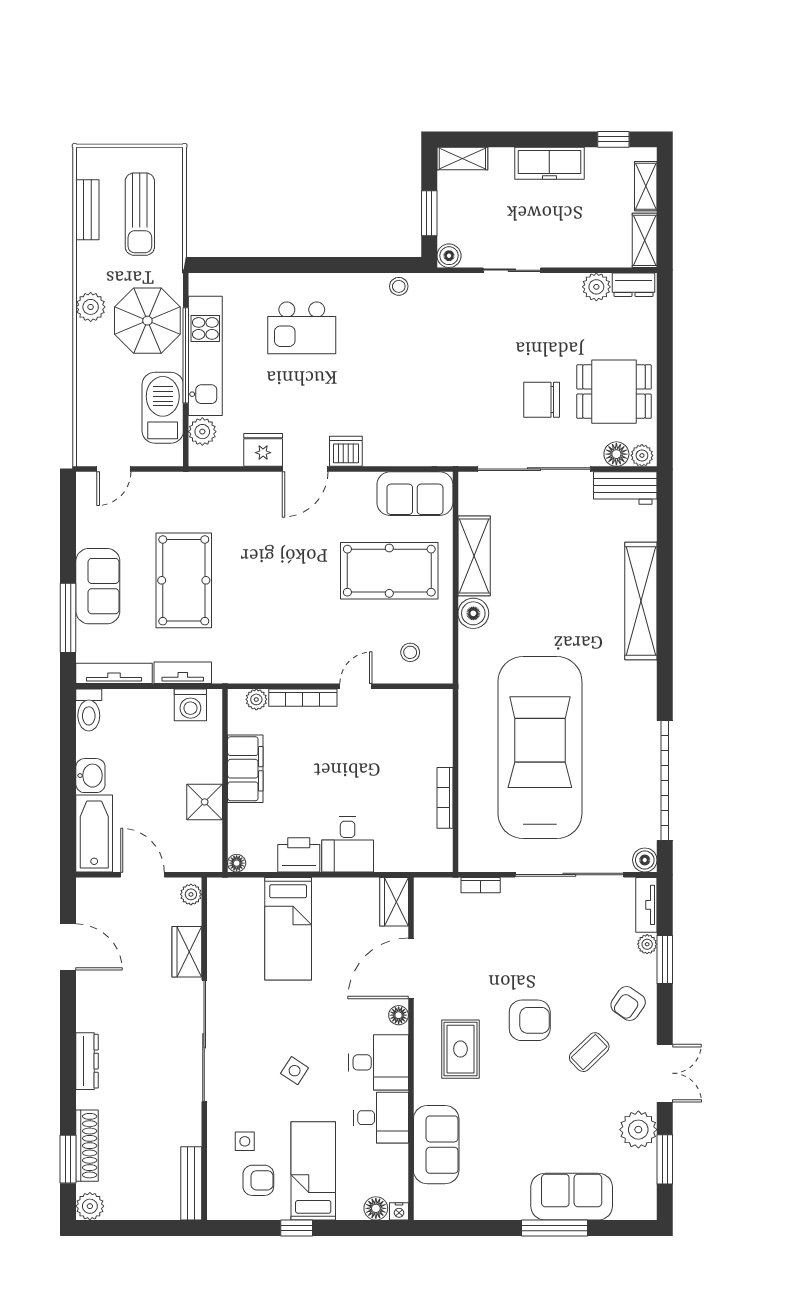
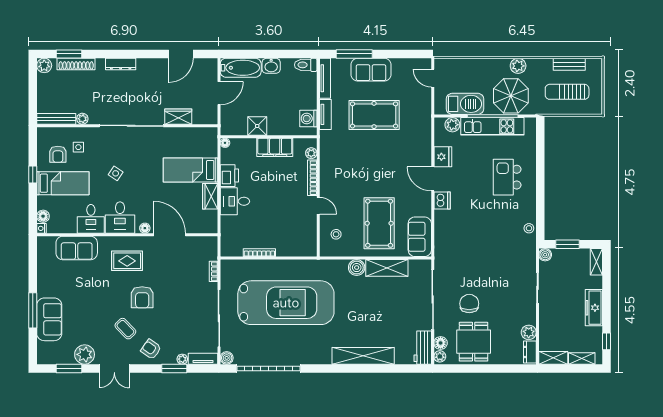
plant: (191, 894) -> (82, 119), moved
wardrobe: (394, 902) -> (210, 196), moved, turned -90

